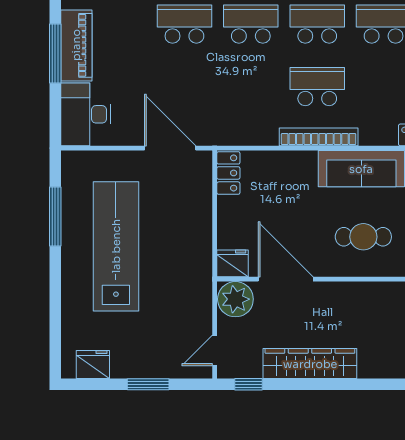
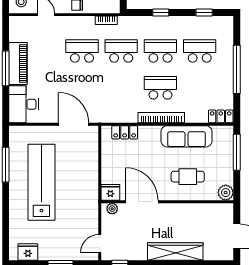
locker: (228, 173) -> (125, 132), moved, turned 90
plant: (235, 299) -> (112, 209), width x0.53, depth x0.53
wardrobe: (310, 364) -> (175, 252), moved

